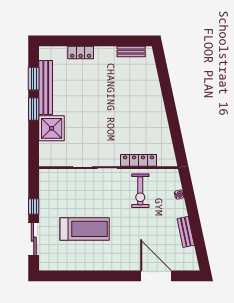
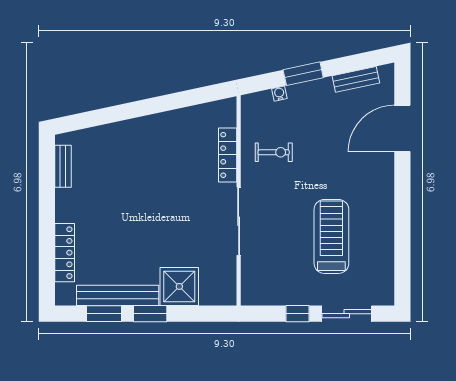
locker: (81, 53) -> (65, 253), width x1.53
exercise bike: (140, 191) -> (274, 152), width x0.73, depth x0.72
window: (192, 210) -> (303, 74), added
bench: (186, 232) -> (356, 79), moved

